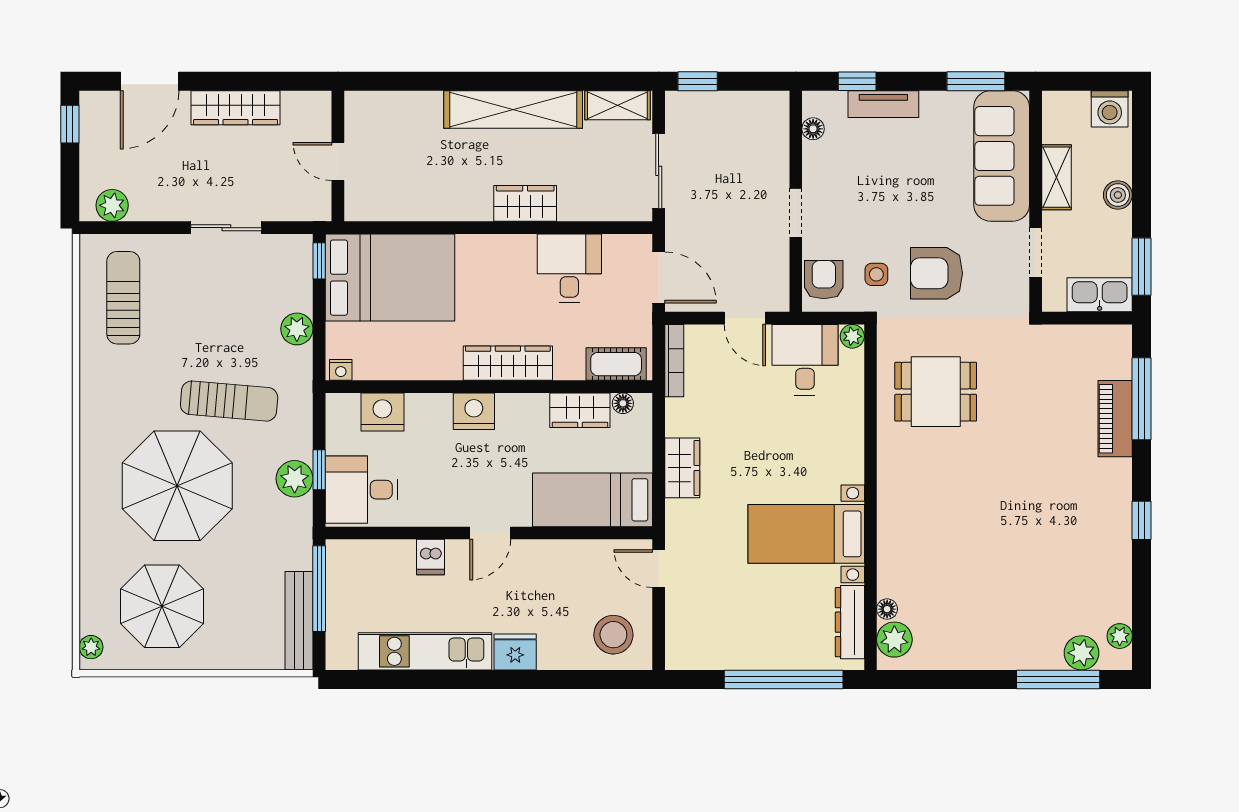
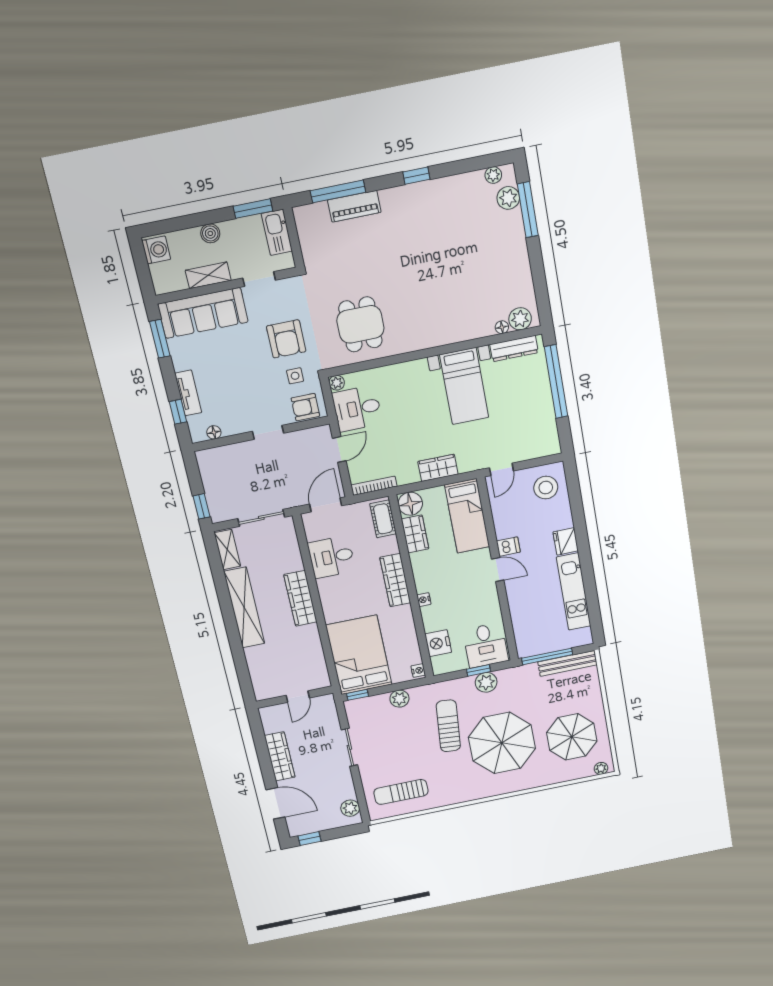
wardrobe: (525, 203) -> (300, 598), width x1.50
floor lamp: (623, 403) -> (410, 504), width x1.89, depth x1.89
nightstand: (474, 411) -> (424, 600), width x0.53, depth x0.56
dishwasher: (431, 557) -> (508, 547), moved

